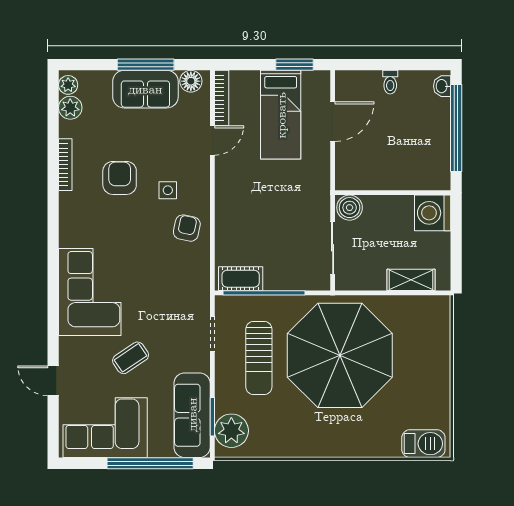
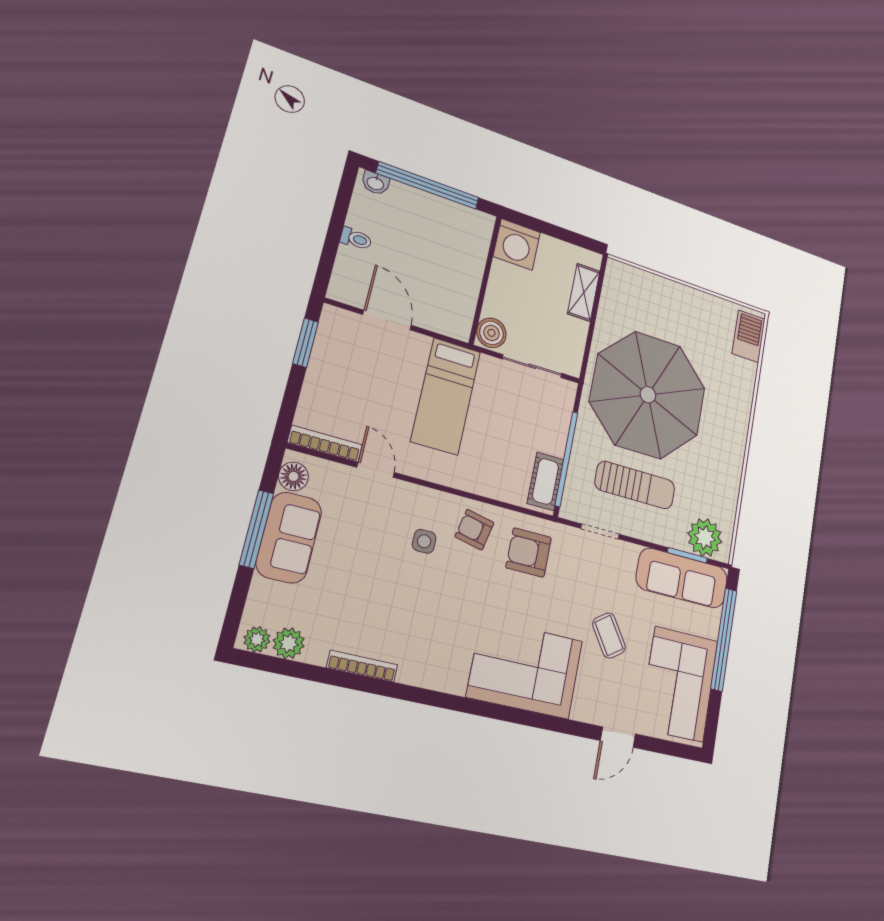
bed: (281, 115) -> (446, 396), moved, turned 90
armchair: (120, 178) -> (529, 553), moved

